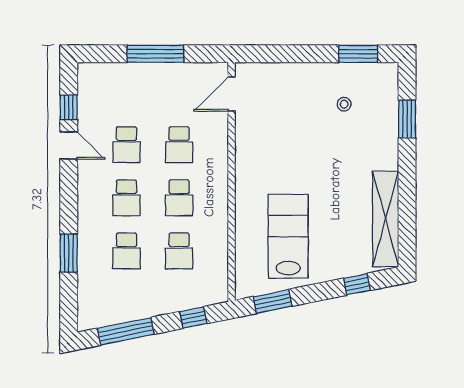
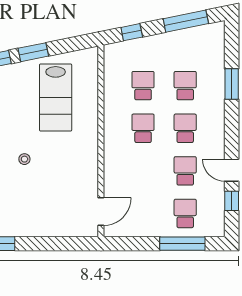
window: (155, 54) -> (182, 244), moved
stool: (344, 104) -> (24, 159), moved
school desk: (179, 145) -> (185, 213), moved
window: (273, 301) -> (33, 52), moved

